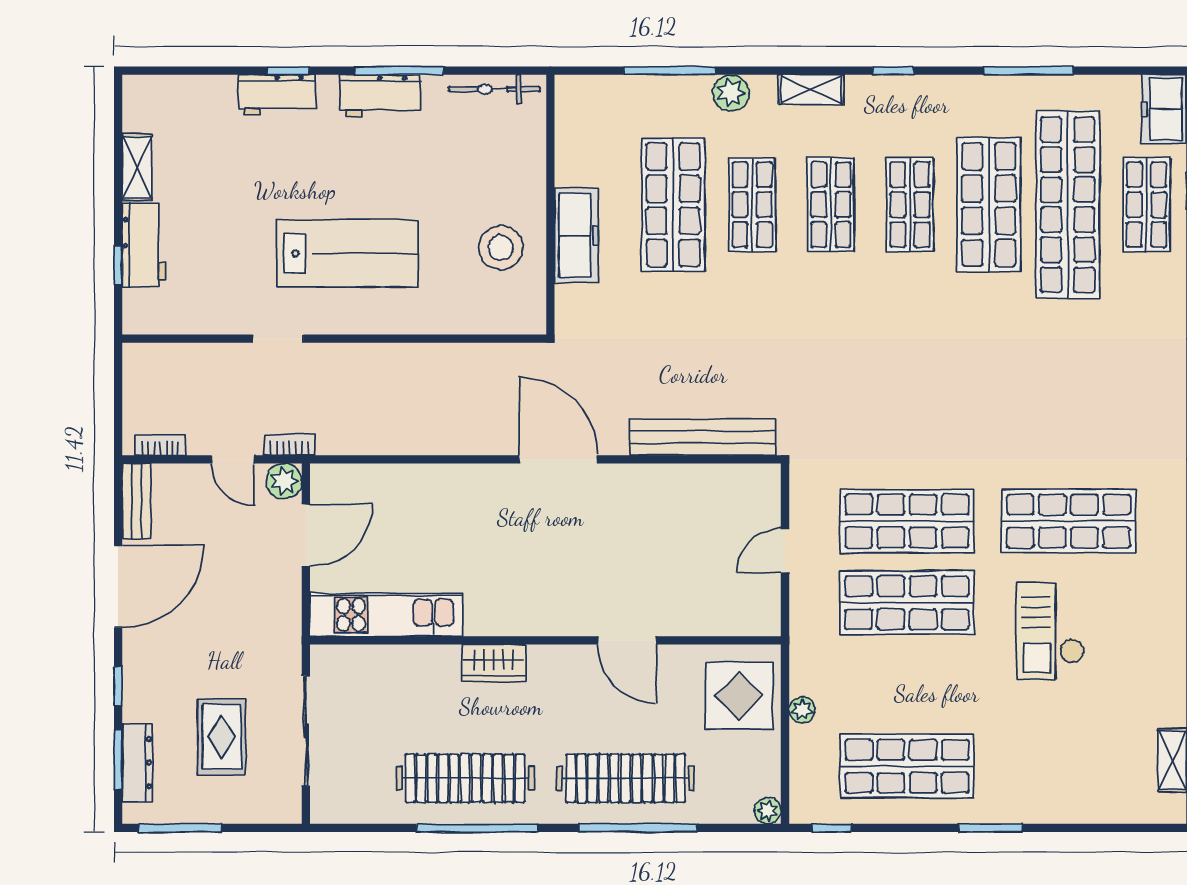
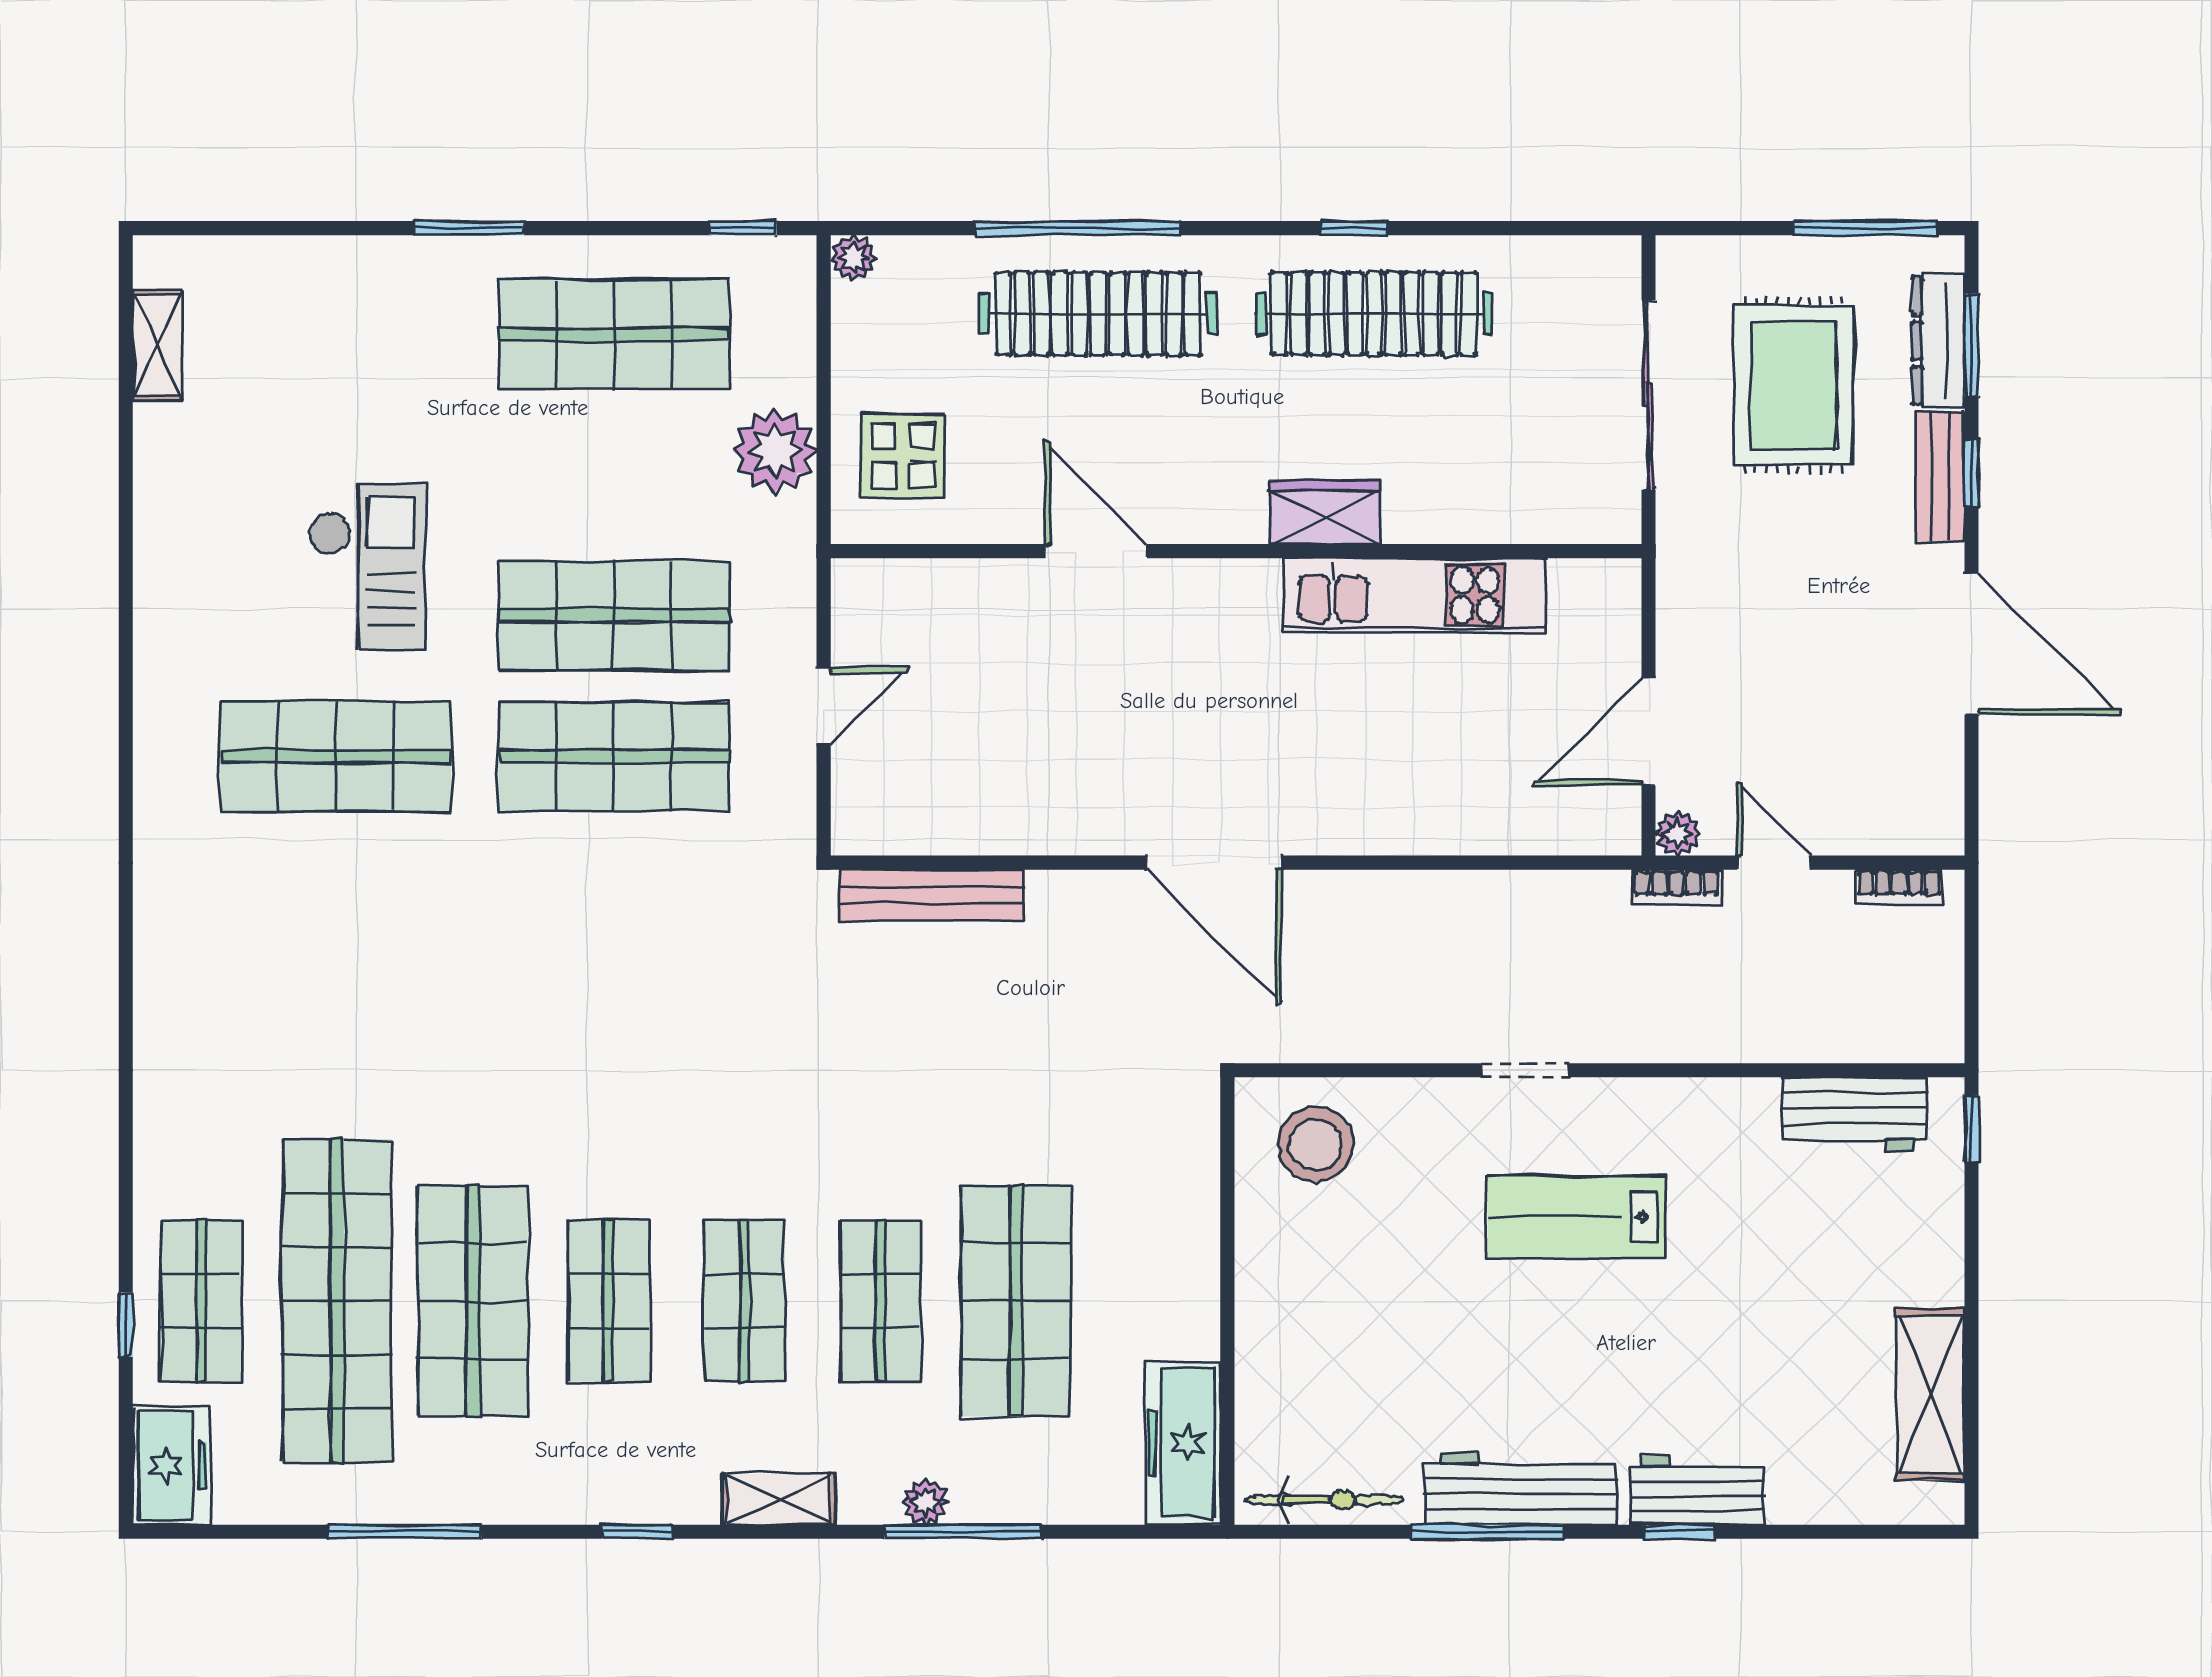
window: (670, 71) -> (963, 1532), moved
plant: (731, 93) -> (925, 1502), width x0.73, depth x0.73
workbench: (380, 96) -> (1521, 1489), width x1.37
shelving: (137, 167) -> (1930, 1394), width x1.50, depth x1.33
freezer: (576, 236) -> (1183, 1443), moved
workbench: (144, 245) -> (1854, 1114), moved, turned -90
stool: (501, 248) -> (1316, 1145), moved
lab bench: (348, 253) -> (1577, 1217), width x0.73, depth x0.72
window: (118, 265) -> (1971, 1129), moved
doorway: (278, 339) -> (1525, 1070), moved
bench: (703, 437) -> (931, 895), width x0.73, depth x0.82
plant: (284, 481) -> (1678, 834), width x0.73, depth x0.73
bench: (137, 501) -> (1940, 477), moved
door: (118, 586) -> (1971, 644), swing flipped
kitchen unit: (386, 615) -> (1415, 595), moved
display table: (739, 696) -> (903, 456), width x0.73, depth x0.73
plant: (802, 710) -> (775, 451), width x1.87, depth x1.87
rug: (222, 737) -> (1793, 385), width x1.36, depth x1.43
window: (477, 828) -> (1354, 228), width x0.32

